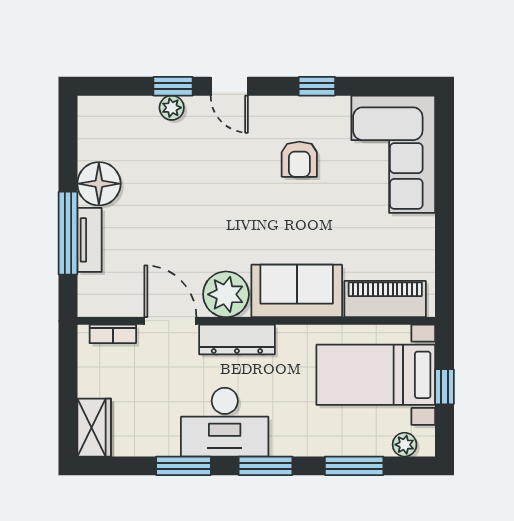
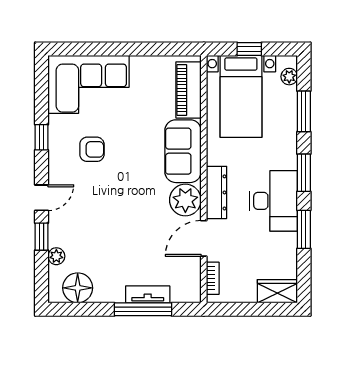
plant: (172, 108) -> (56, 256), moved
floor lamp: (99, 184) -> (78, 288), moved

